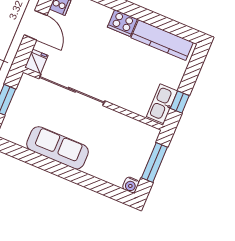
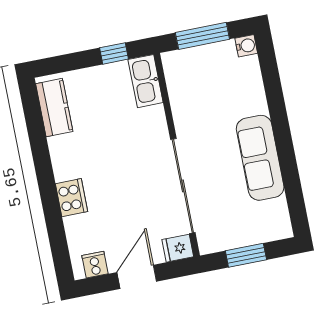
cooker: (122, 23) -> (71, 198), moved
kitchen counter: (162, 40) -> (54, 108), width x0.67
kitchen sink: (162, 104) -> (146, 81), moved, turned 90

